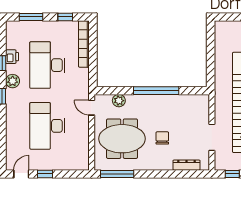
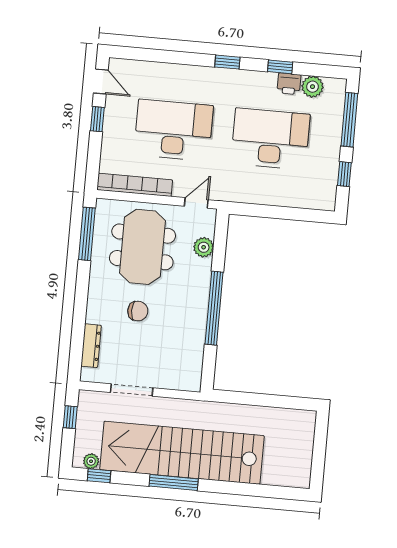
window: (31, 17) -> (349, 120), width x1.44
bookcase: (84, 44) -> (135, 185), moved
plant: (13, 81) -> (312, 87), moved

